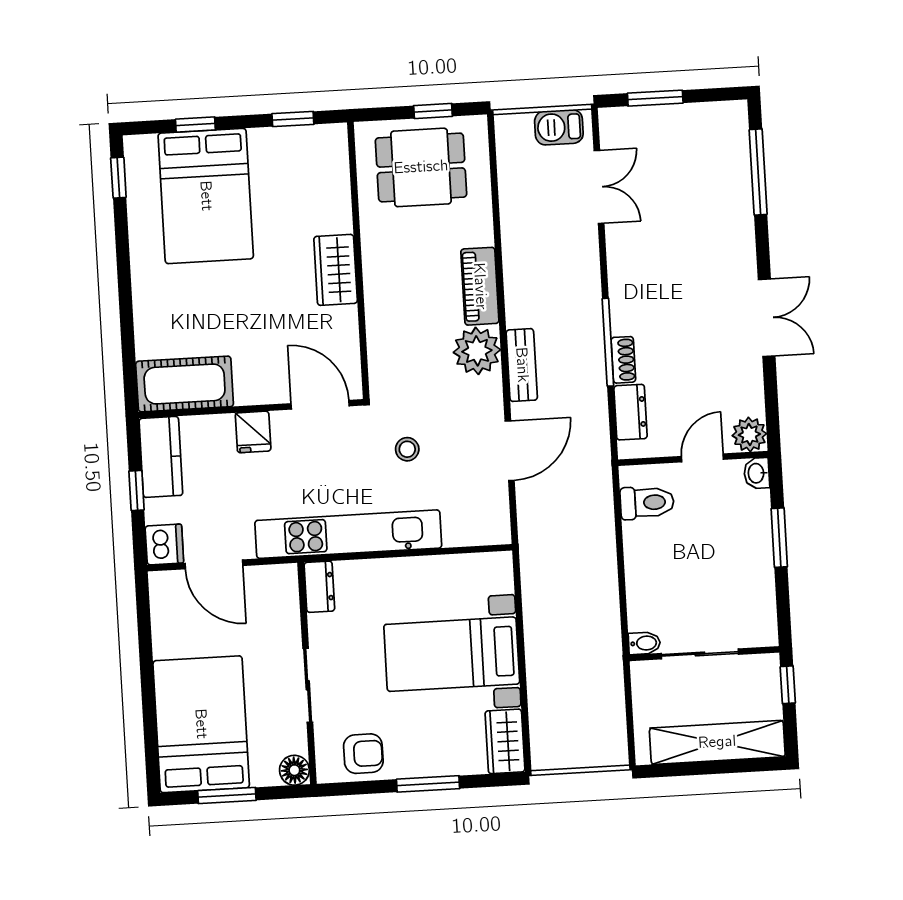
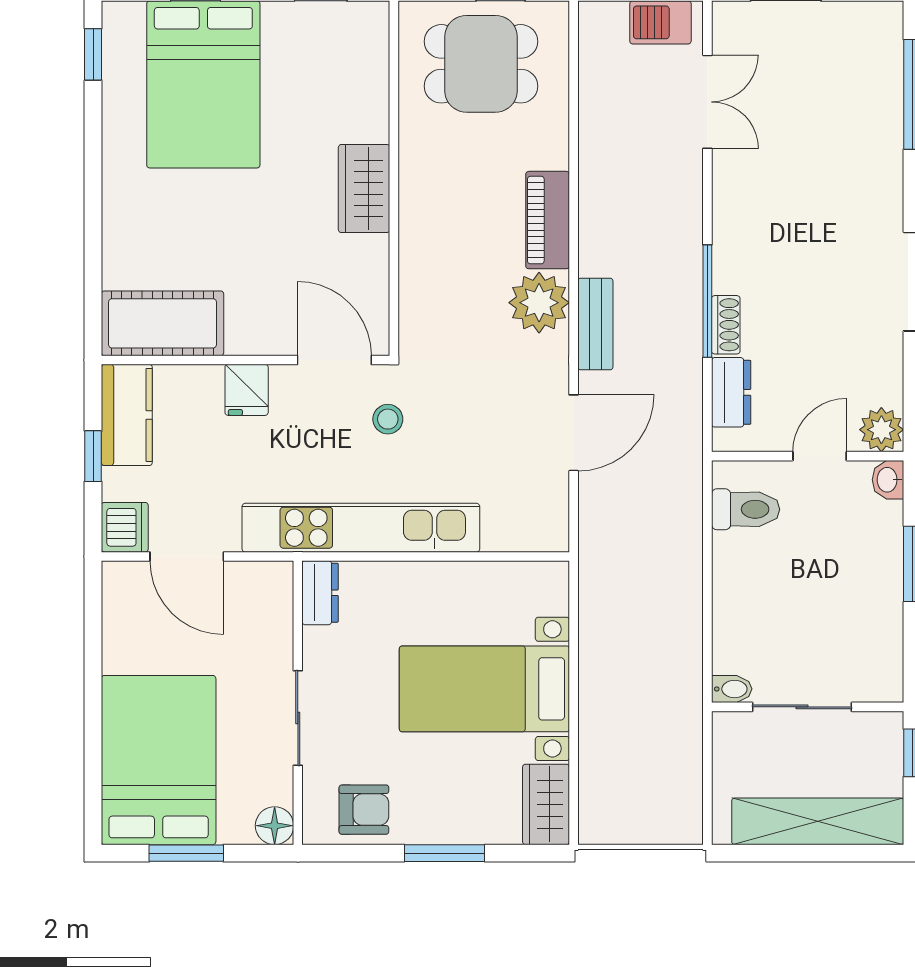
stool: (407, 449) -> (388, 419), moved

